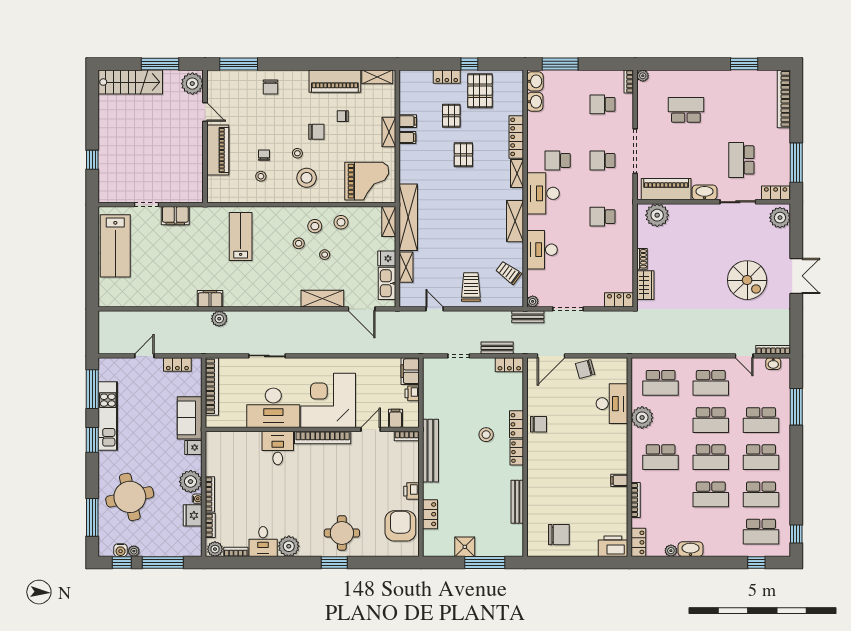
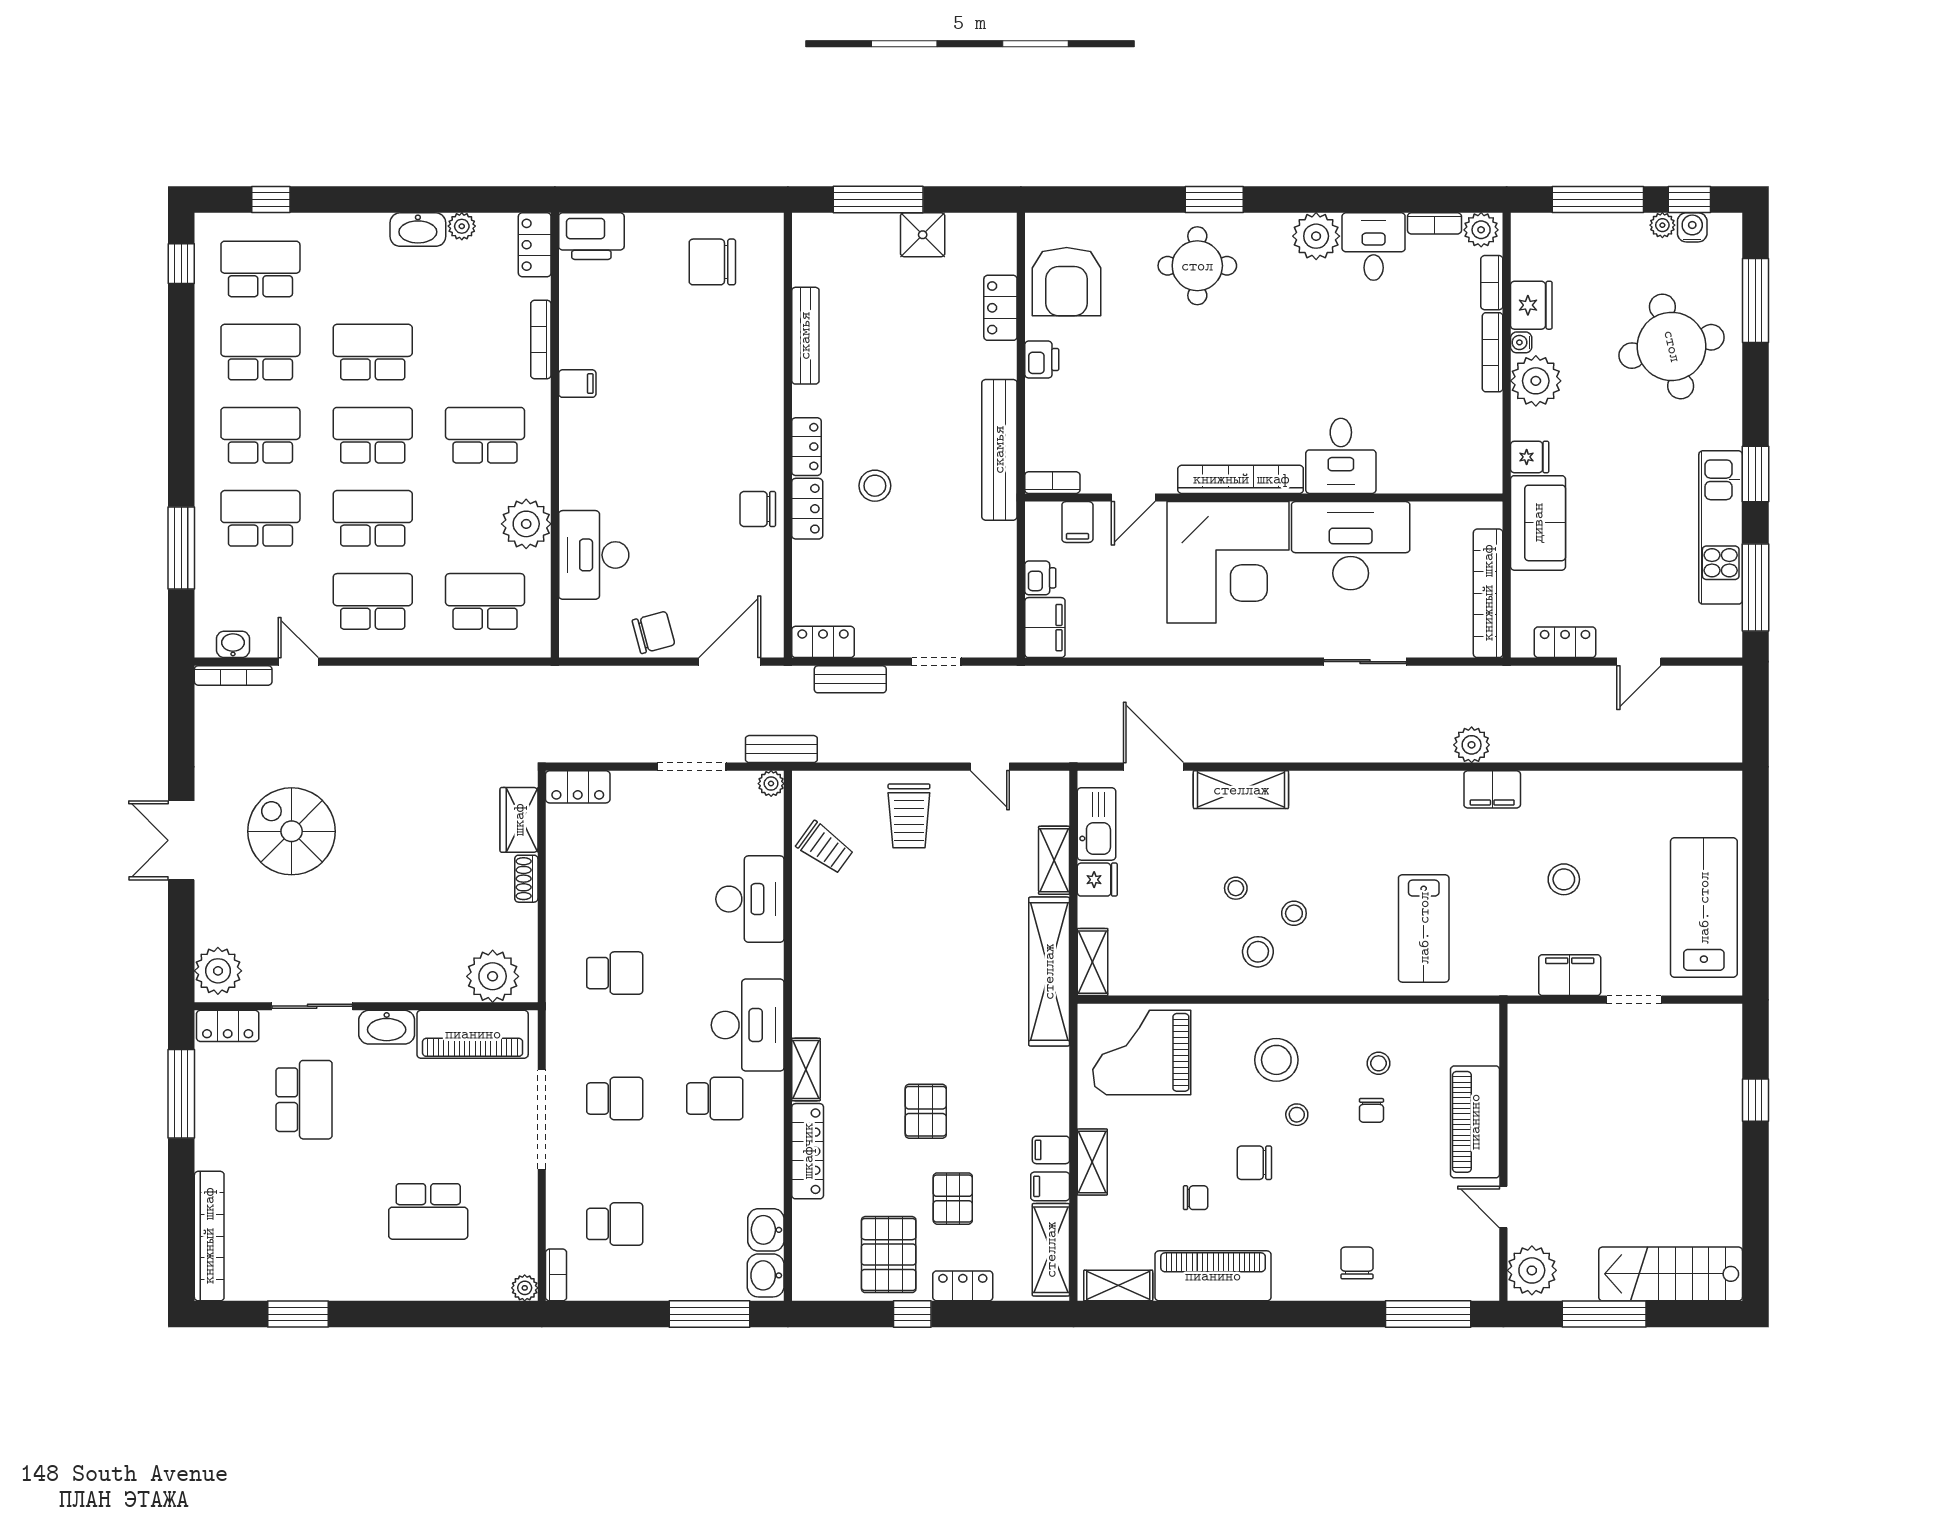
shelving: (515, 221) -> (1051, 1250), moved
stool: (341, 222) -> (1564, 879), moved

